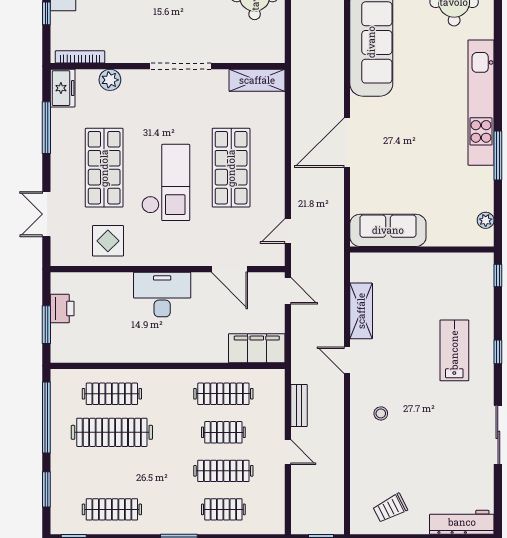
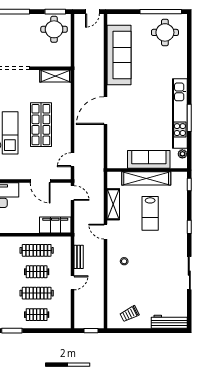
kitchen unit: (481, 103) -> (180, 114), moved
sofa: (388, 230) -> (149, 159), moved
shelving: (420, 264) -> (146, 178), added
lab bench: (454, 350) -> (150, 213), moved, turned 180
door: (288, 452) -> (73, 283), hinge flipped

